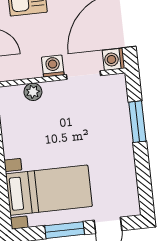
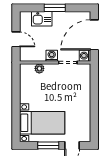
window: (137, 122) -> (94, 91), removed

